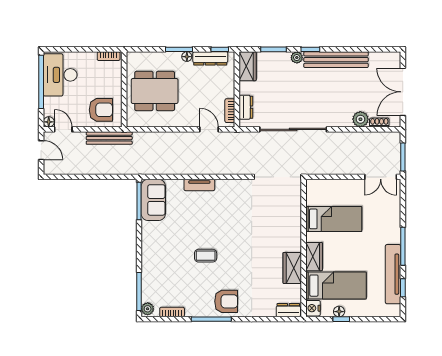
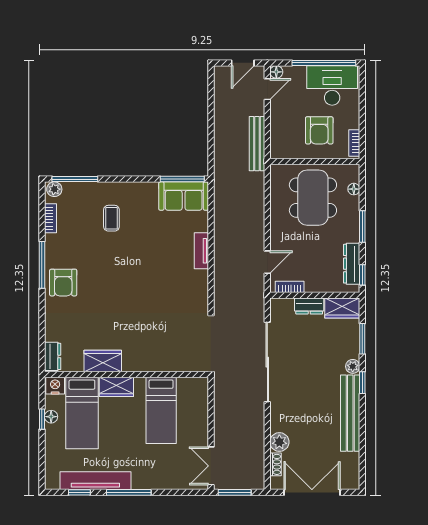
floor lamp: (187, 57) -> (354, 189), moved
dresser: (246, 107) -> (309, 306), moved
armchair: (101, 110) -> (319, 130), moved
coffee table: (206, 256) -> (111, 218), moved

